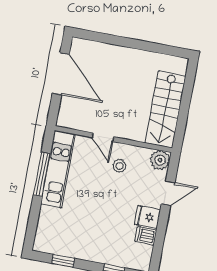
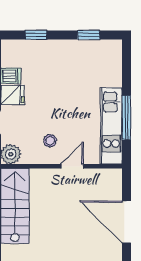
door: (103, 137) -> (72, 166), hinge flipped

